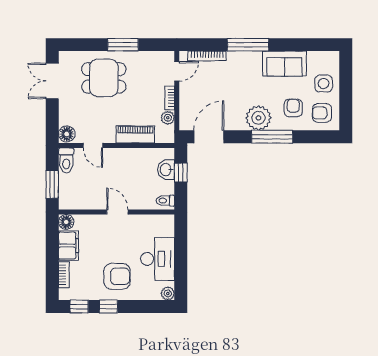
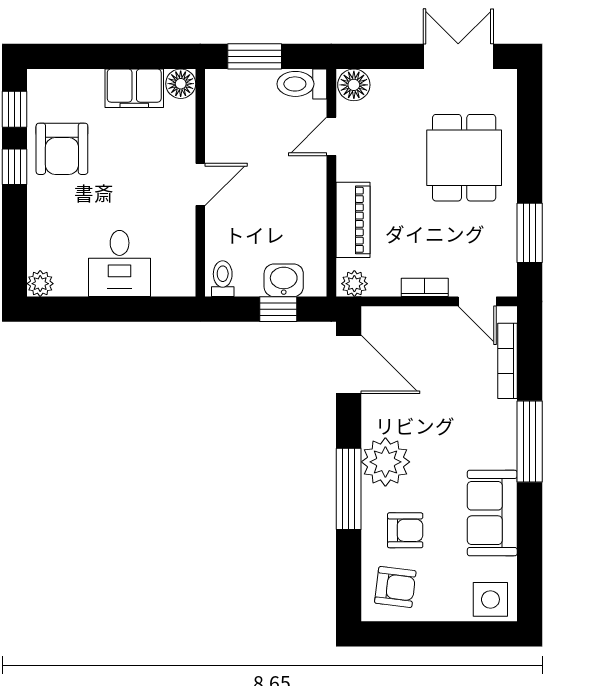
window: (123, 45) -> (530, 233), moved
side table: (324, 84) -> (490, 599), moved
armchair: (322, 113) -> (395, 587), turned 97
plant: (168, 118) -> (354, 284), moved
desk: (158, 259) -> (120, 264), width x0.73
bookcase: (64, 275) -> (77, 79), removed
armchair: (117, 276) -> (62, 149), moved

